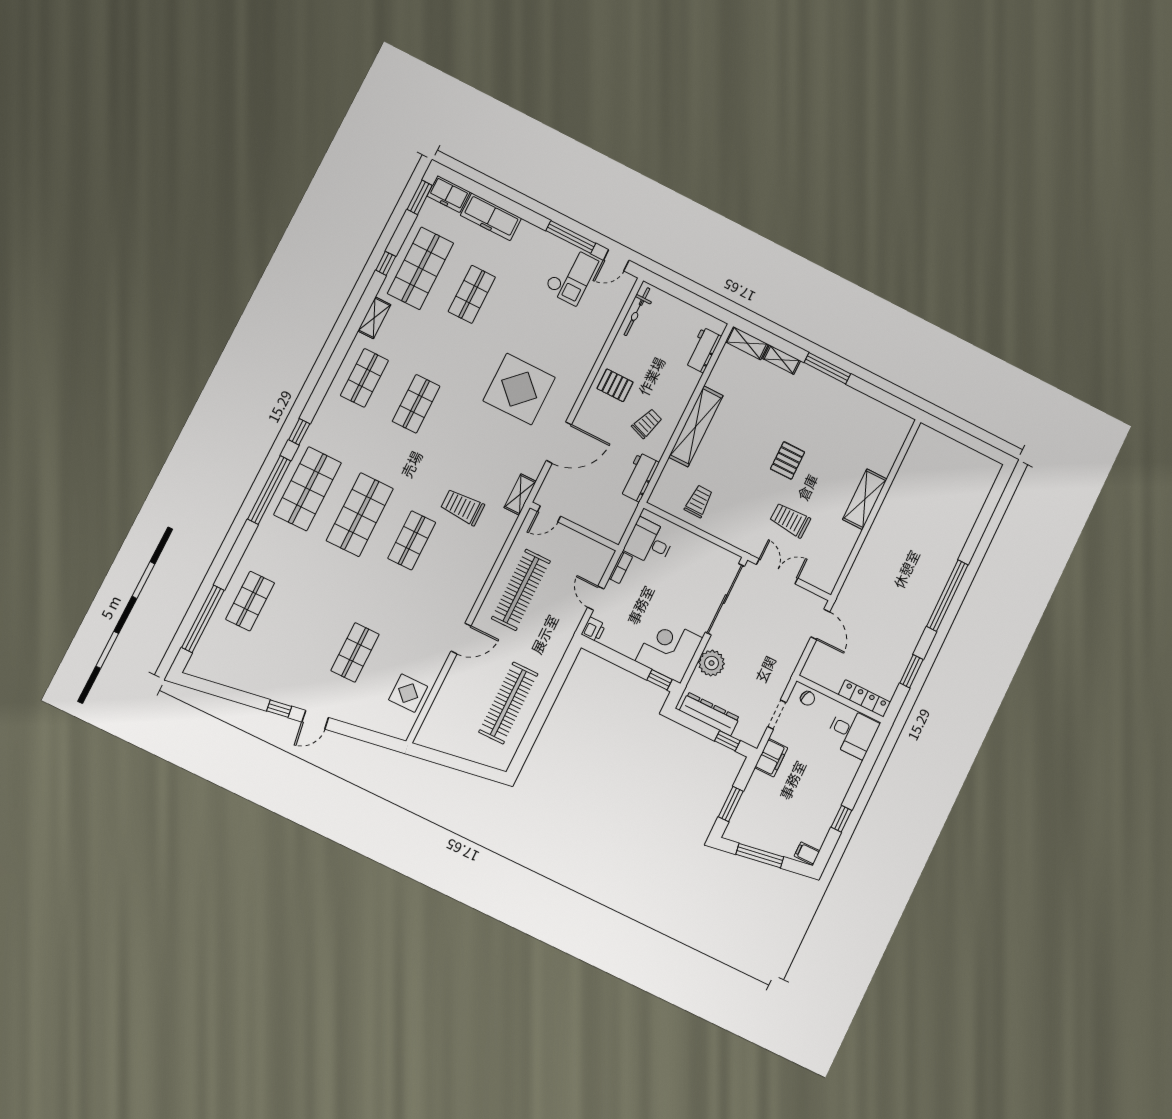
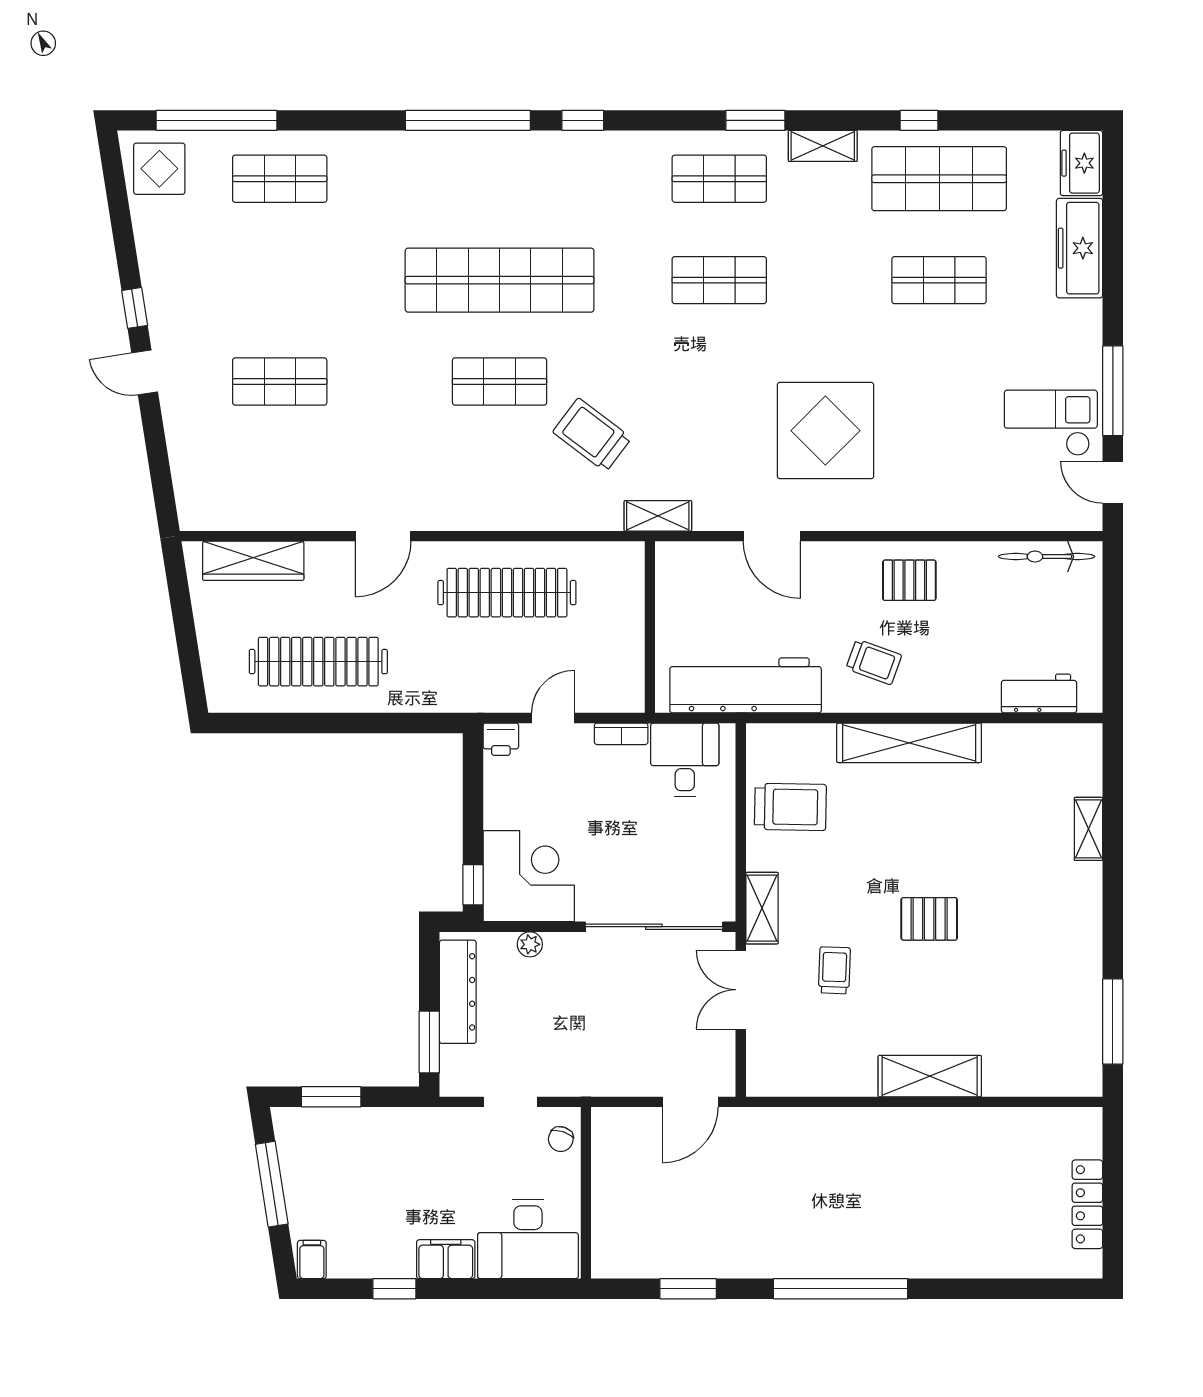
window: (420, 197) -> (755, 120), moved
checkout: (571, 276) -> (1051, 423), turned 180
shelving: (747, 343) -> (762, 908), moved
window: (827, 368) -> (1113, 1022), moved
pallet: (615, 385) -> (909, 580), turned 90
door: (559, 443) -> (772, 536), width x0.73
workbench: (639, 477) -> (746, 685), width x1.88, depth x1.32
shop shelf: (308, 489) -> (500, 179), removed
trolley: (699, 501) -> (790, 807), width x1.36, depth x1.39
trolley: (462, 507) -> (592, 435), turned -53
door: (549, 514) -> (650, 577), removed
shop shelf: (360, 515) -> (500, 280), width x1.40
trolley: (790, 520) -> (834, 970), width x0.73, depth x0.72
double door: (777, 571) -> (741, 990), swing flipped
door: (461, 638) -> (383, 536), hinge flipped
plant: (712, 663) -> (530, 944), width x0.53, depth x0.53
display table: (408, 693) -> (159, 169), moved
locker: (864, 698) -> (1087, 1204), moved, turned 180
wardrobe: (440, 711) -> (253, 561), added
desk: (852, 732) -> (528, 1239), width x1.37
window: (727, 741) -> (429, 1042), width x1.50
filing cabinet: (771, 758) -> (446, 1259), moved, turned 180

